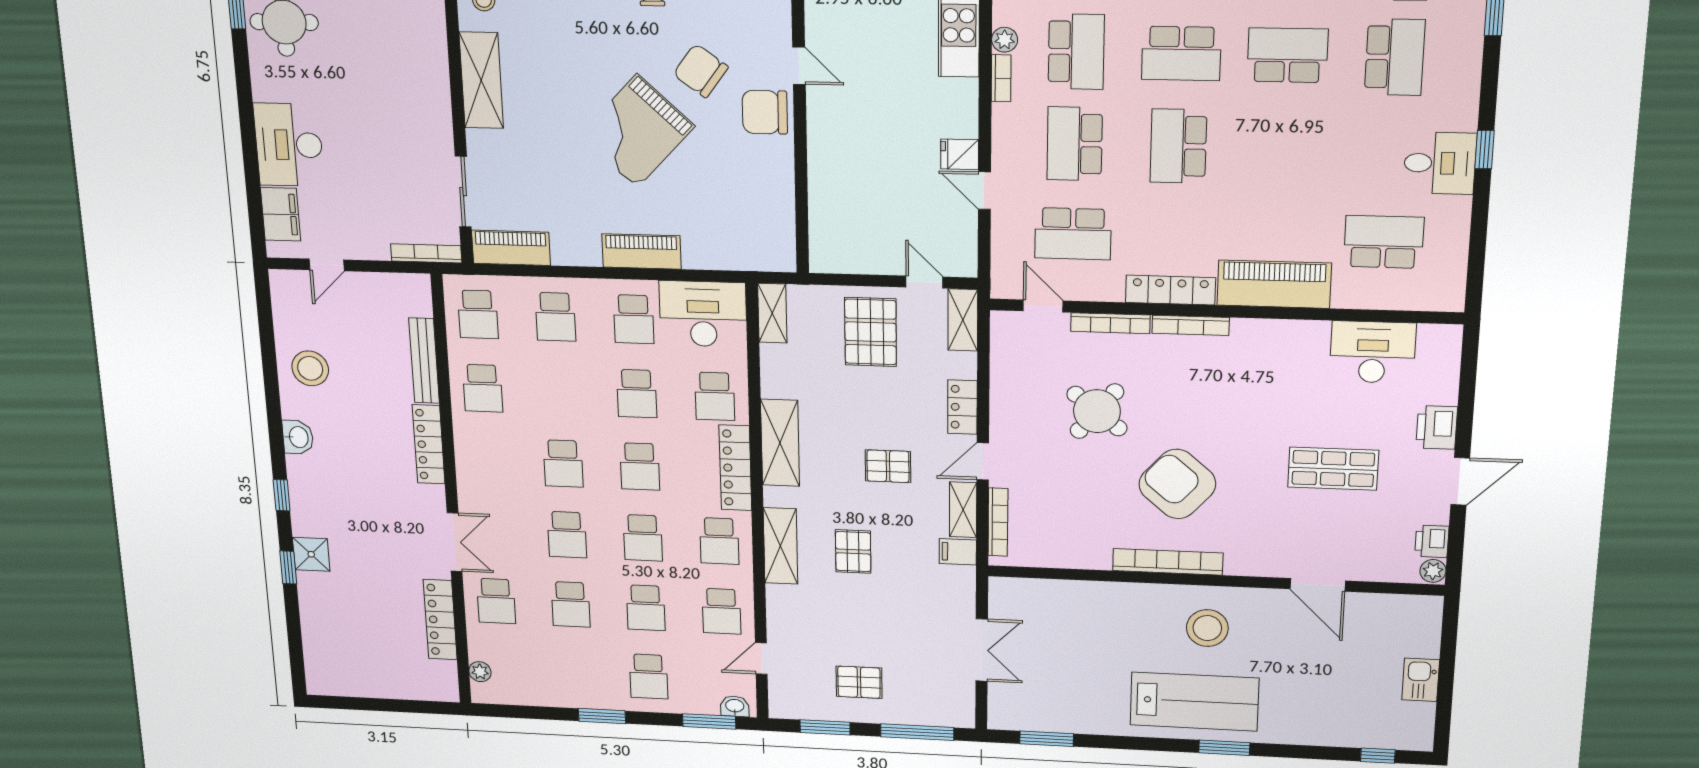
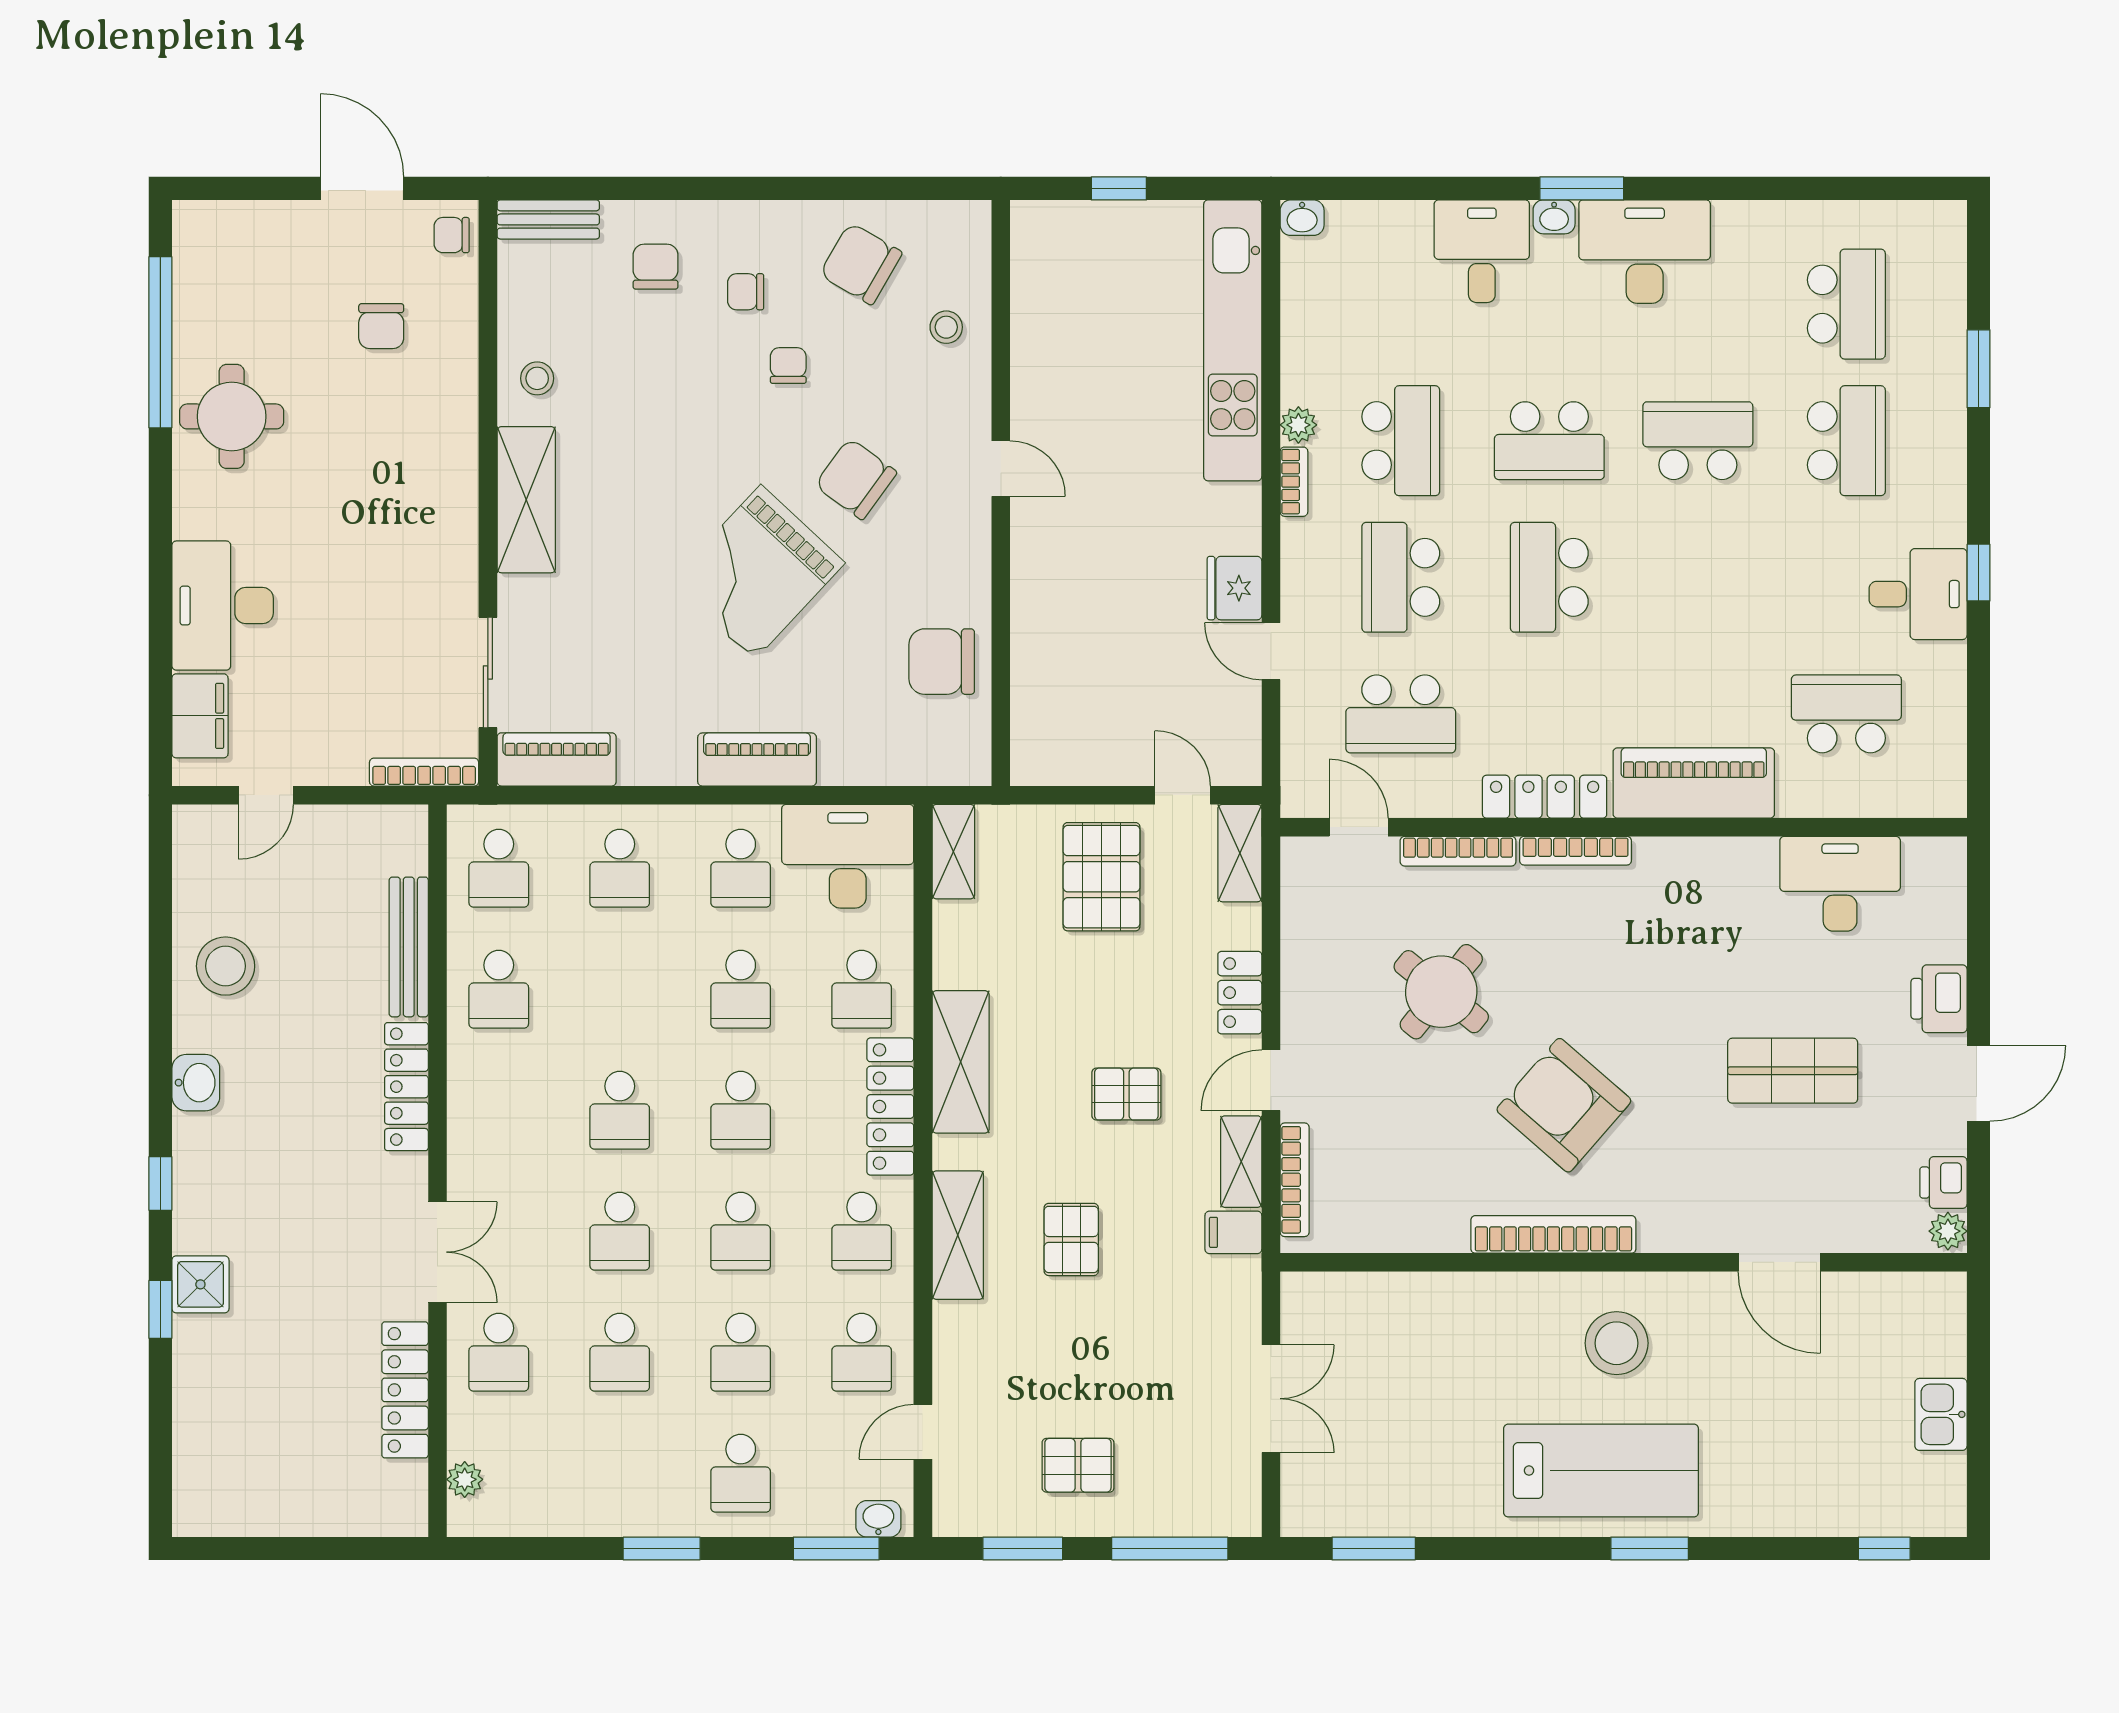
chair: (765, 112) -> (942, 662), moved
fridge: (960, 154) -> (1235, 588), width x1.38

